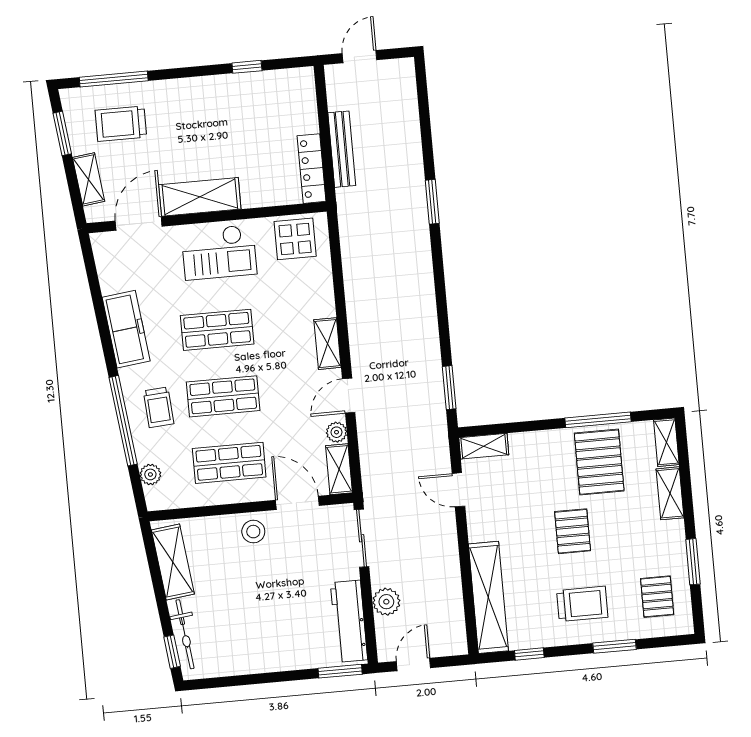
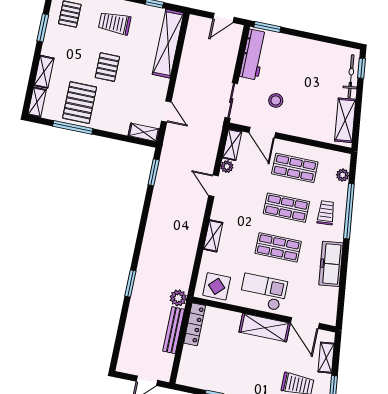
door: (139, 224) -> (305, 323), hinge flipped
shelving: (327, 344) -> (213, 236), moved
door: (349, 396) -> (213, 186), swing flipped
stool: (253, 532) -> (276, 100), moved
plant: (386, 602) -> (178, 298), moved

